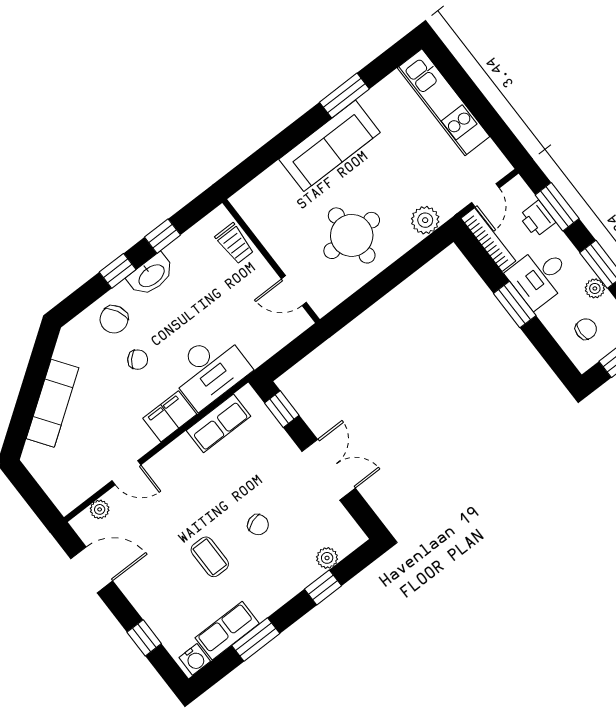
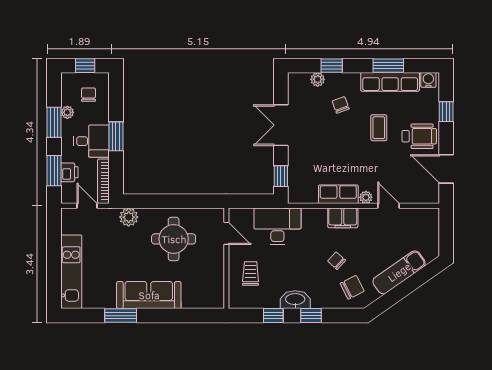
door: (485, 195) -> (87, 206), hinge flipped
trolley: (235, 244) -> (251, 273), moved
chair: (114, 319) -> (352, 287), moved
chair: (586, 329) -> (89, 95), turned 90
desk: (209, 370) -> (277, 226), moved
row of seats: (219, 423) -> (338, 194), moved
plant: (100, 509) -> (366, 197), moved
chair: (258, 525) -> (341, 105), moved
wheelchair: (154, 584) -> (419, 136), added
row of seats: (227, 631) -> (390, 82), width x1.48

